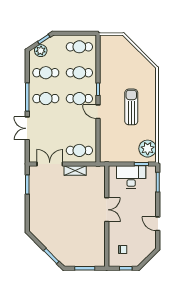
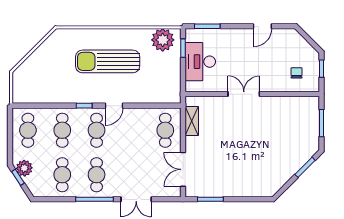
plant: (41, 51) -> (24, 168), moved
sun lounger: (131, 107) -> (108, 61), width x1.36, depth x1.34
shelving: (75, 170) -> (192, 121), moved

